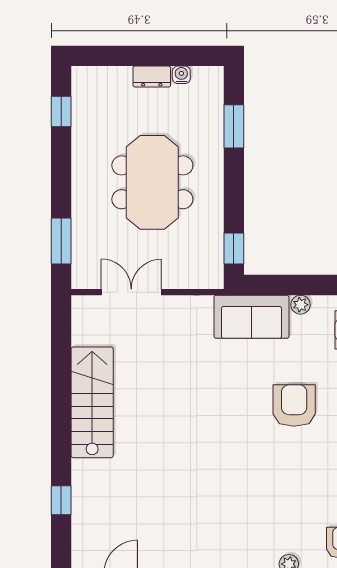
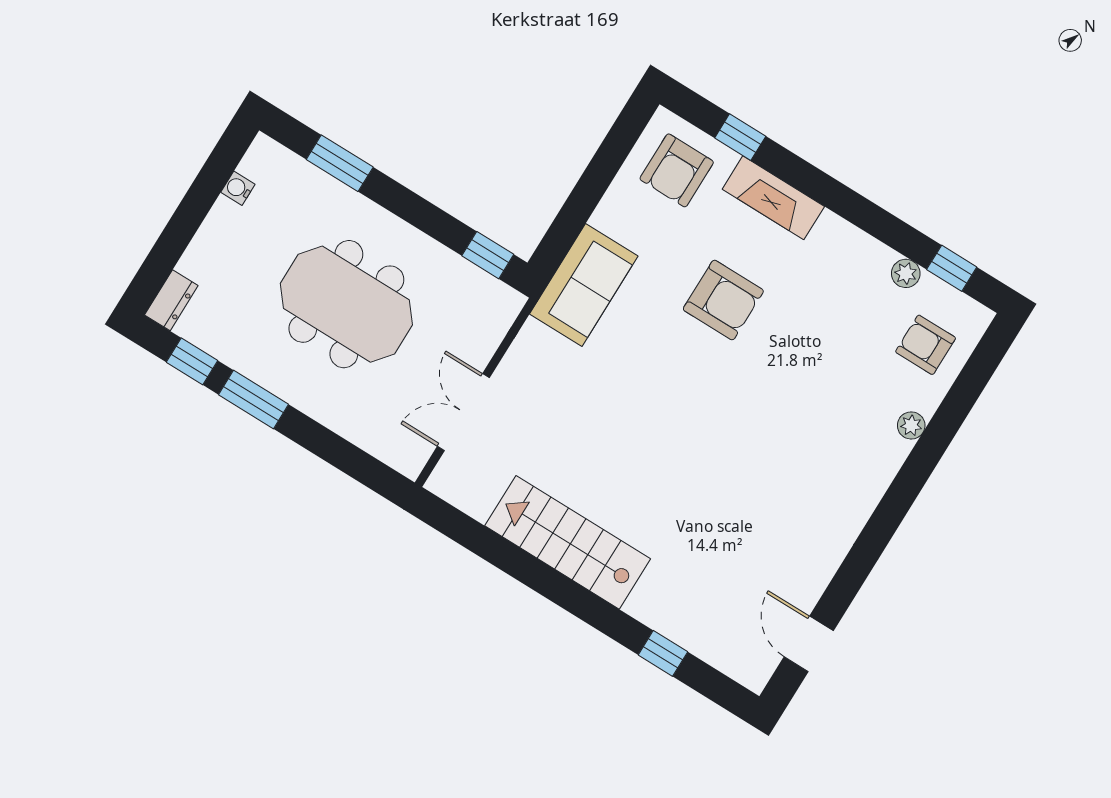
dresser: (152, 77) -> (171, 300), moved
window: (61, 241) -> (254, 400), moved
plant: (300, 305) -> (606, 217), removed
armchair: (294, 406) -> (723, 300), turned 180

